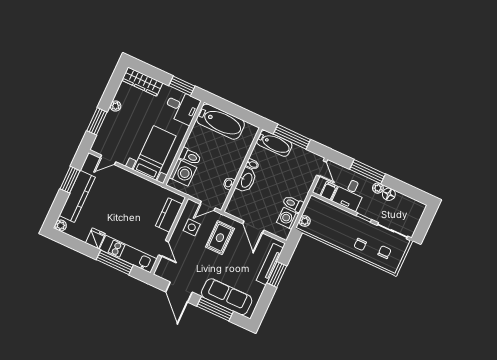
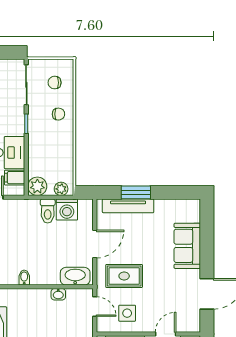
washbasin: (246, 180) -> (75, 276), moved
plant: (315, 205) -> (37, 186), added
sofa: (227, 297) -> (187, 246), width x0.73
window: (215, 309) -> (207, 244), removed

